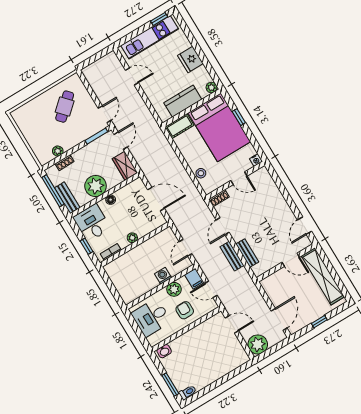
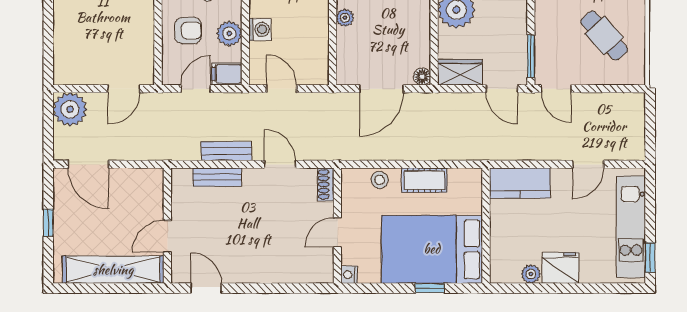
plant: (212, 87) -> (531, 274), moved
kitchen counter: (183, 101) -> (520, 183), moved, turned 90
cot: (179, 126) -> (424, 180), moved, turned 90
floor lamp: (111, 200) -> (422, 77), moved

